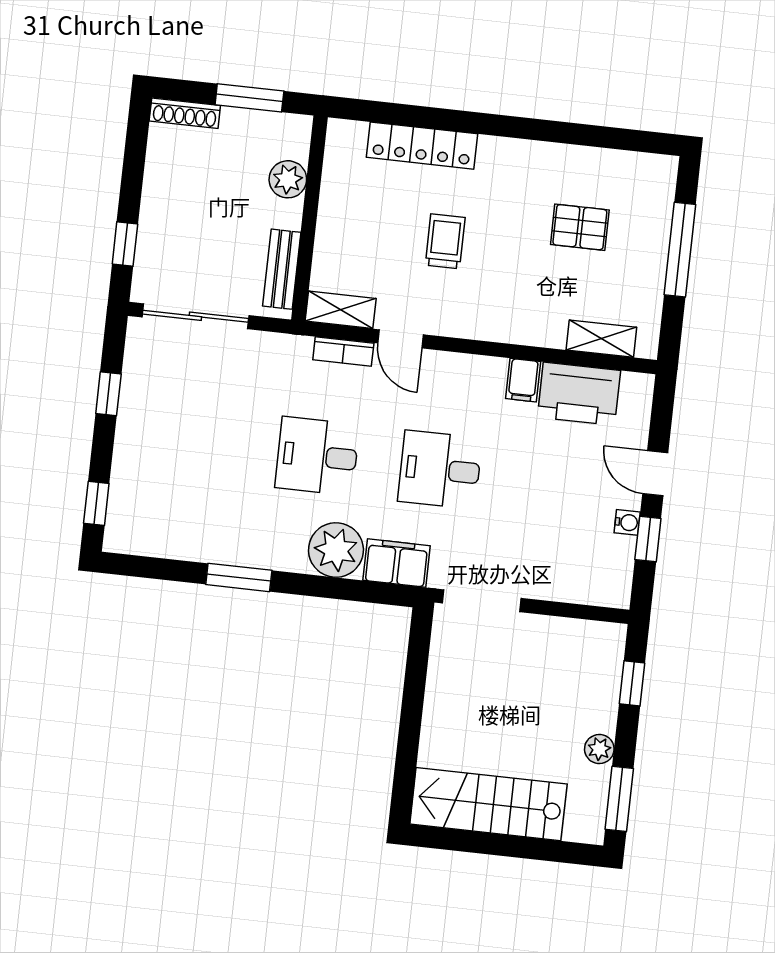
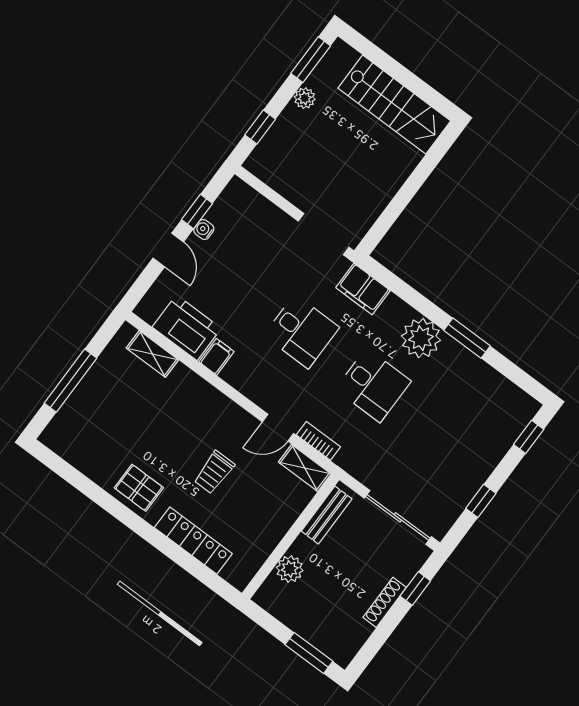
window: (249, 98) -> (309, 653), moved
shoe rack: (185, 113) -> (385, 602), moved, turned -90
pallet: (580, 227) -> (139, 488), moved
door: (400, 339) -> (278, 428), swing flipped
plant: (336, 550) -> (421, 338), moved

